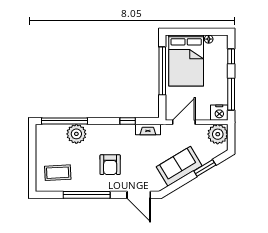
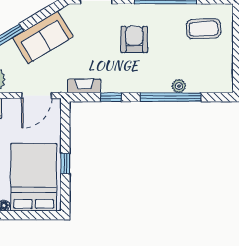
window: (162, 71) -> (65, 163), width x0.32
window: (65, 121) -> (171, 97), moved
plant: (76, 134) -> (179, 86), width x0.53, depth x0.53

